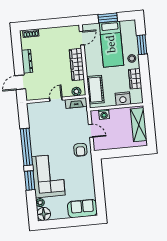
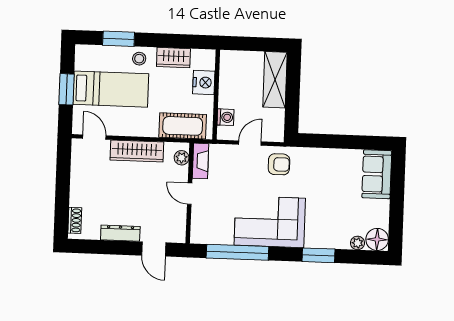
shelving: (139, 125) -> (275, 80), moved, turned 90
window: (26, 147) -> (237, 252), moved
corner sofa: (48, 176) -> (270, 222), moved

